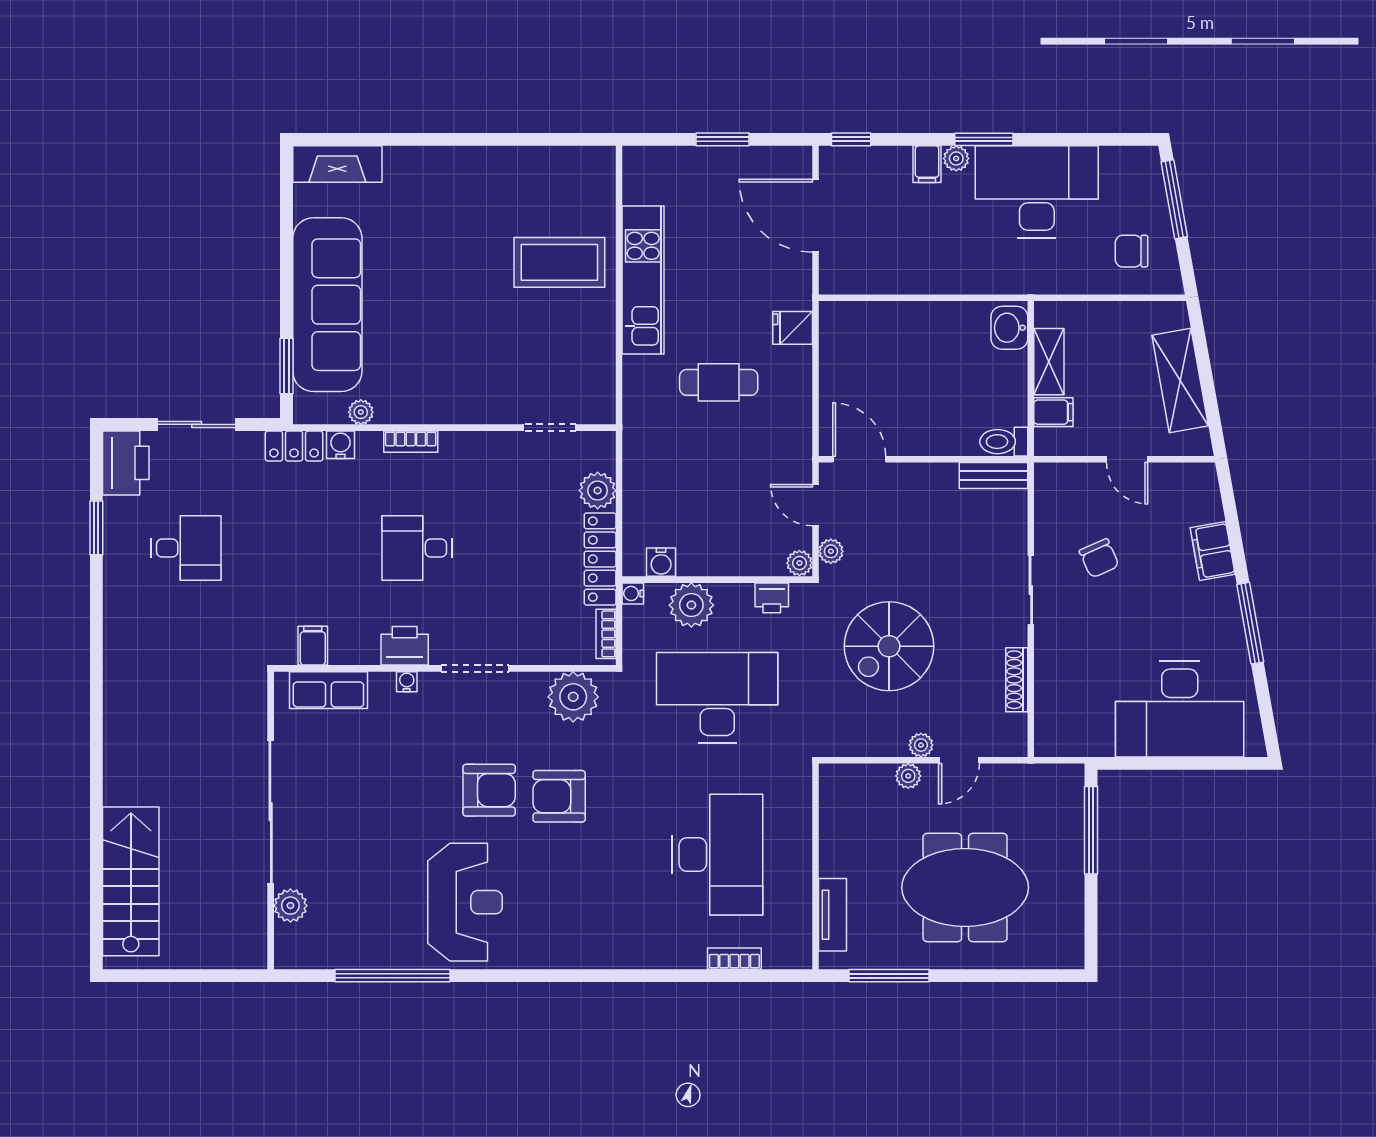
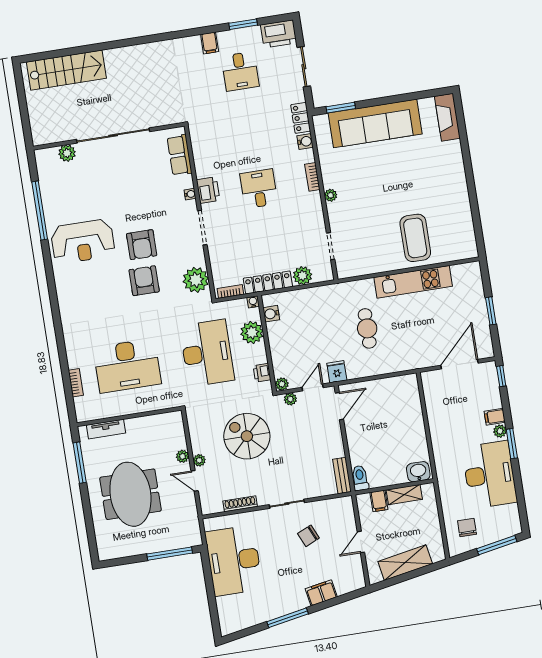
fridge: (793, 328) -> (337, 372), moved
plant: (361, 412) -> (331, 195), moved
filing cabinet: (313, 646) -> (210, 43), moved, turned 90
desk: (1180, 709) -> (234, 561), moved

